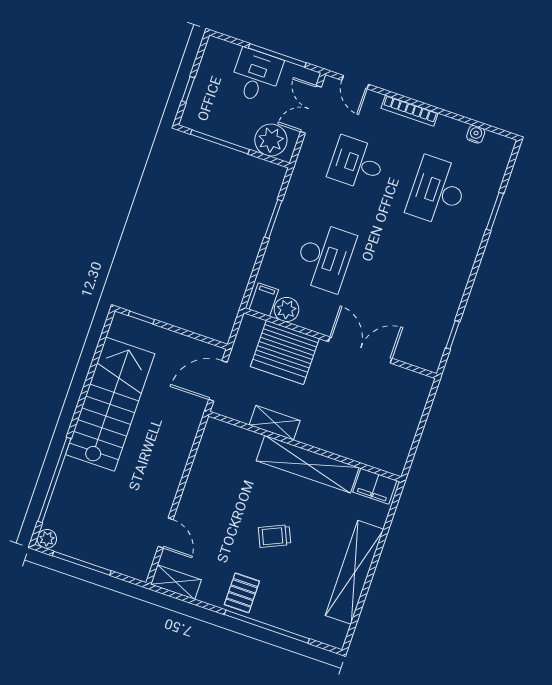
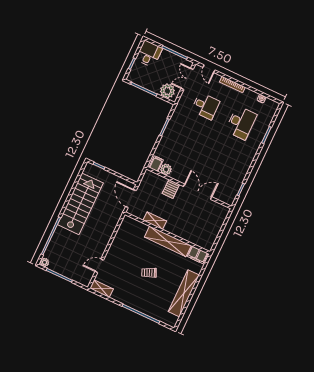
desk: (256, 76) -> (149, 54), moved
desk: (357, 163) -> (205, 106), turned 180
desk: (437, 191) -> (241, 123), turned 180
desk: (325, 257) -> (186, 147), removed
server rack: (285, 352) -> (171, 189), width x0.46, depth x0.70
door: (218, 381) -> (131, 199), hinge flipped
door: (166, 533) -> (99, 266), swing flipped
pallet: (242, 593) -> (131, 297), removed

